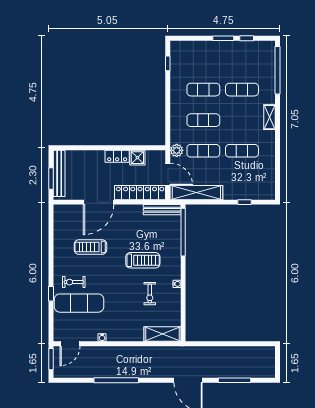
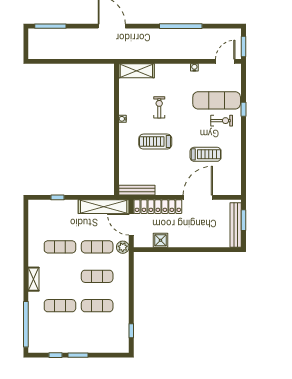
locker: (117, 156) -> (180, 242), removed
window: (183, 232) -> (117, 169), removed
exercise bike: (150, 294) -> (159, 107), moved
window: (235, 380) -> (50, 26), moved

